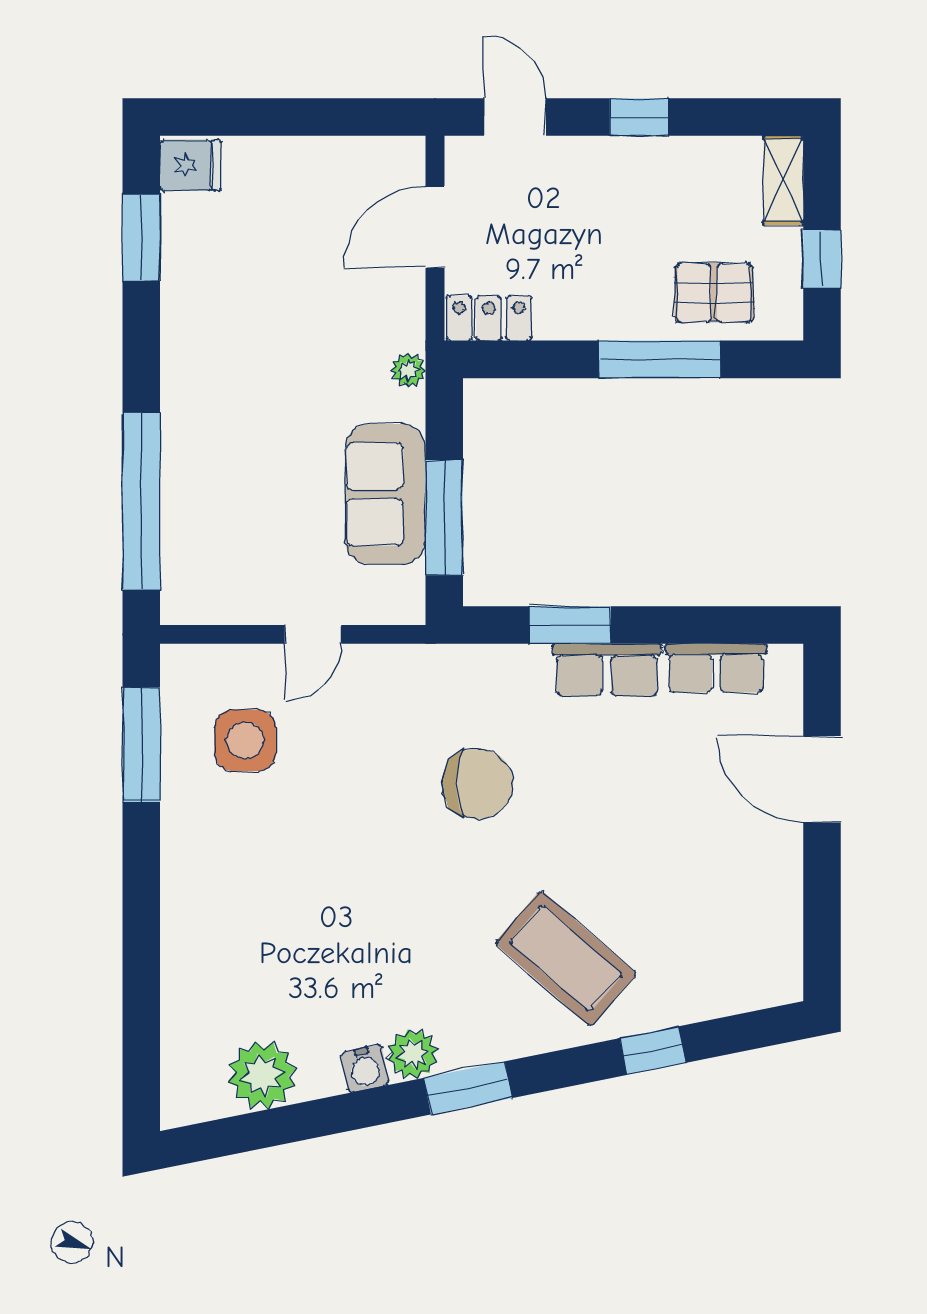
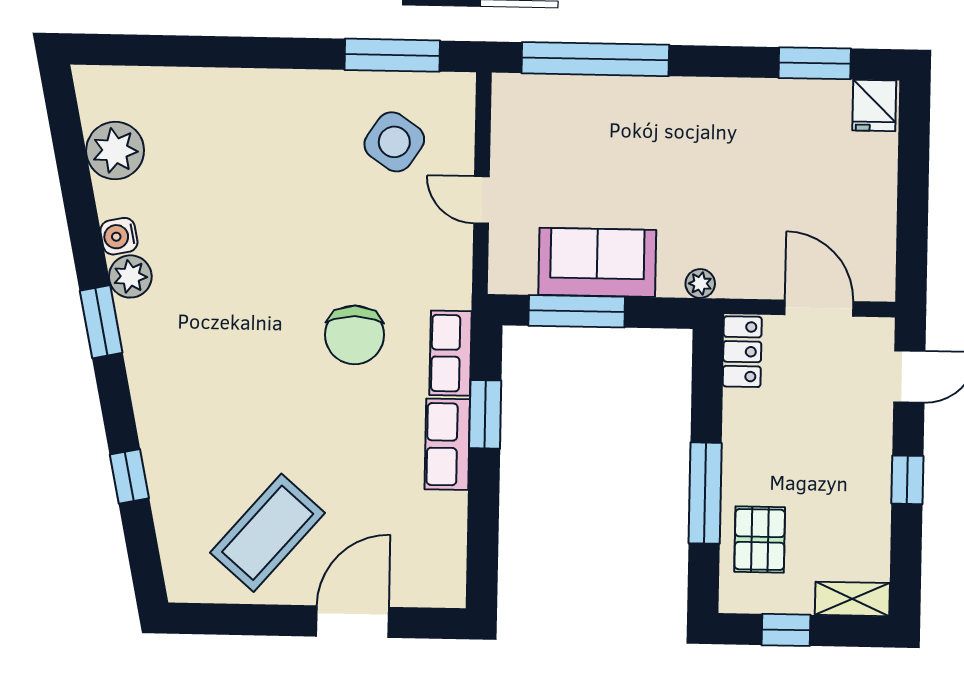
row of seats: (716, 668) -> (451, 353), moved
side table: (245, 740) -> (394, 142), turned 34
coffee table: (566, 958) -> (268, 533), moved

